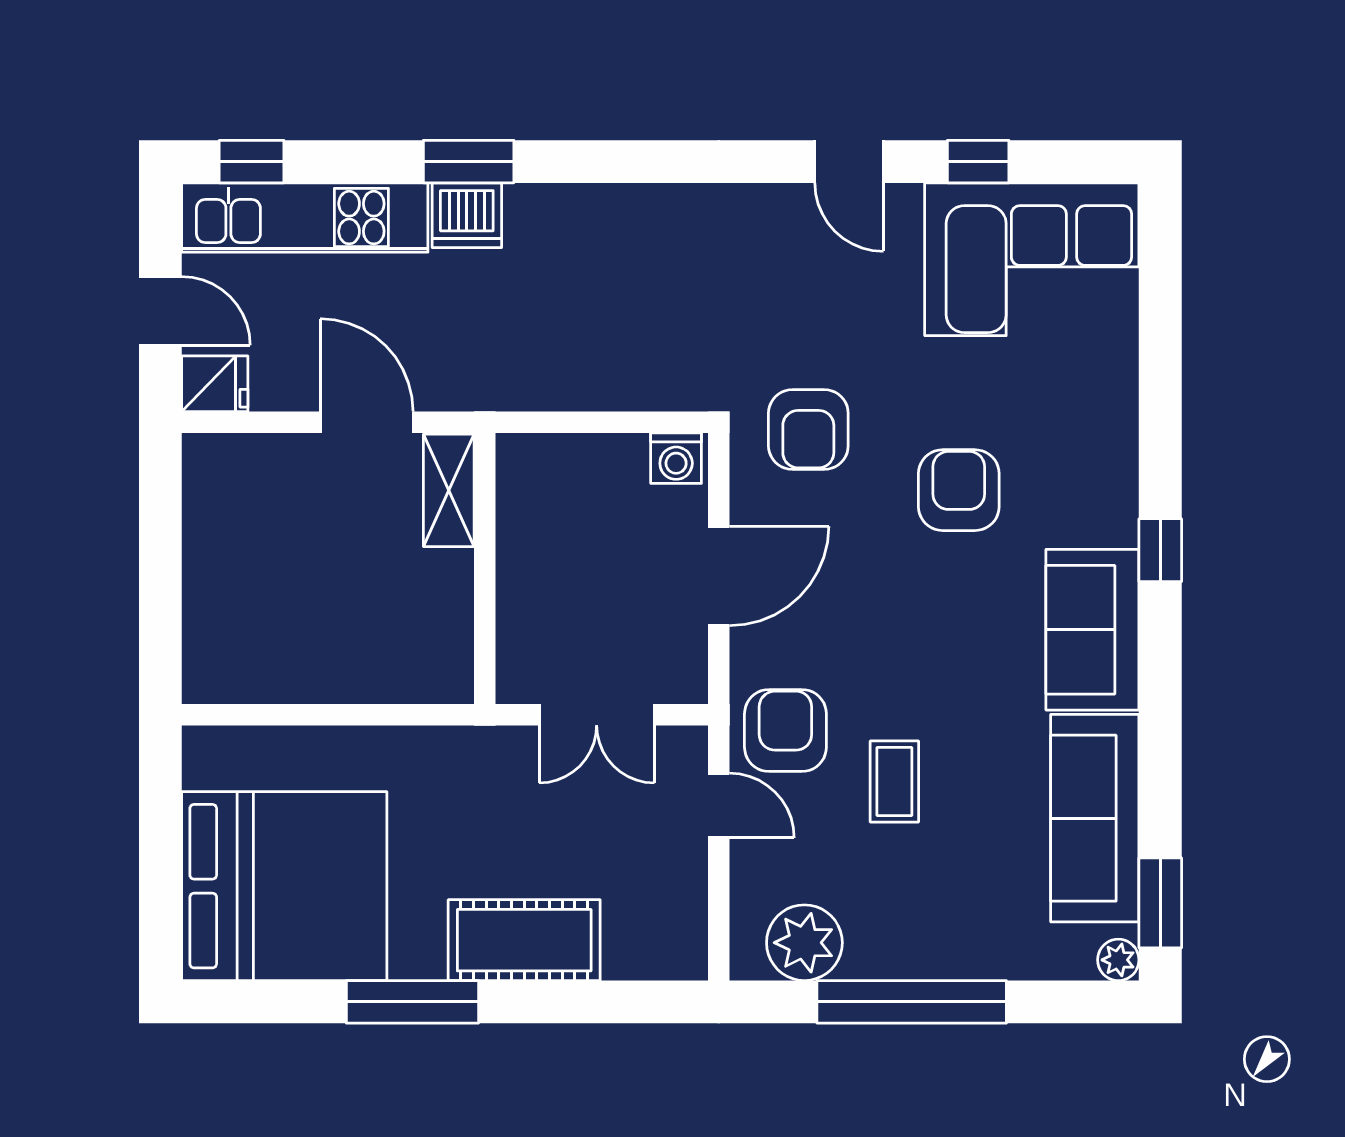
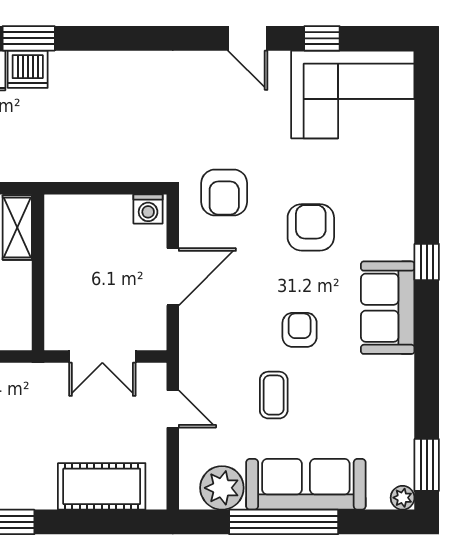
armchair: (785, 730) -> (300, 330), moved, width x0.72, depth x0.72
sofa: (1095, 818) -> (306, 484), moved, turned 90
cot: (524, 940) -> (102, 486), moved

